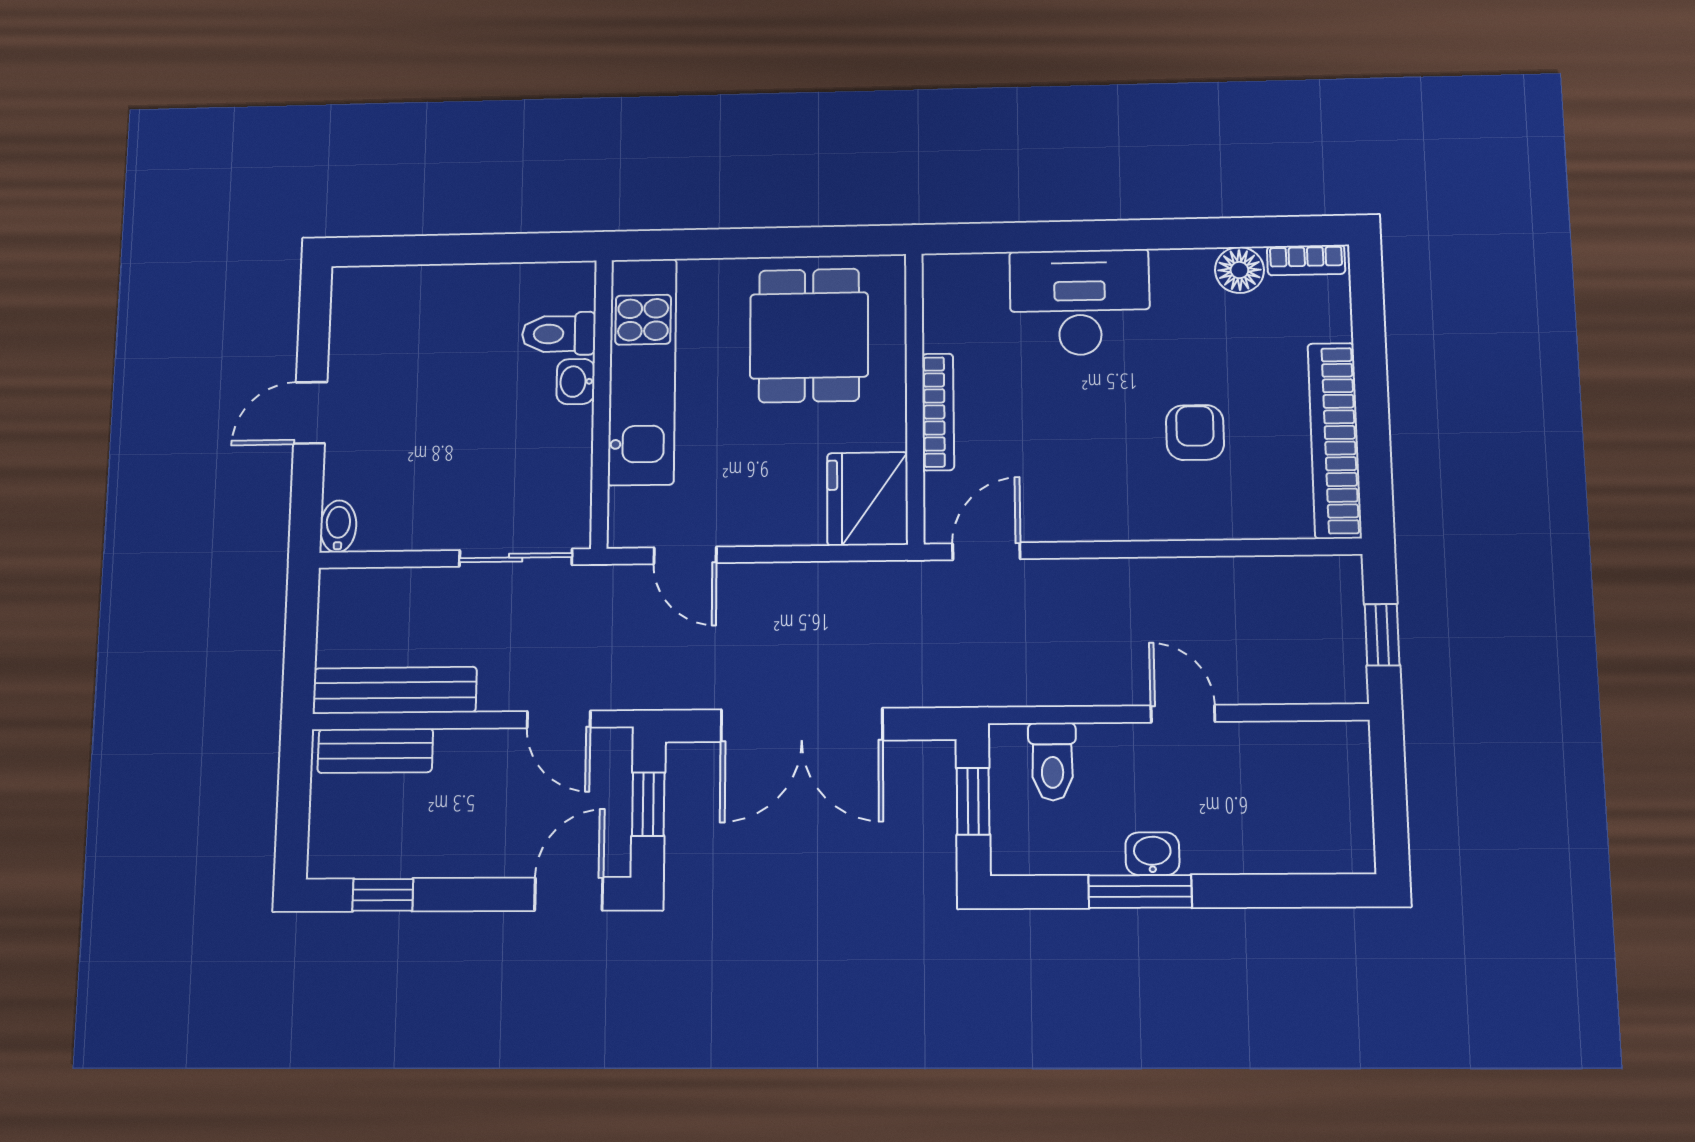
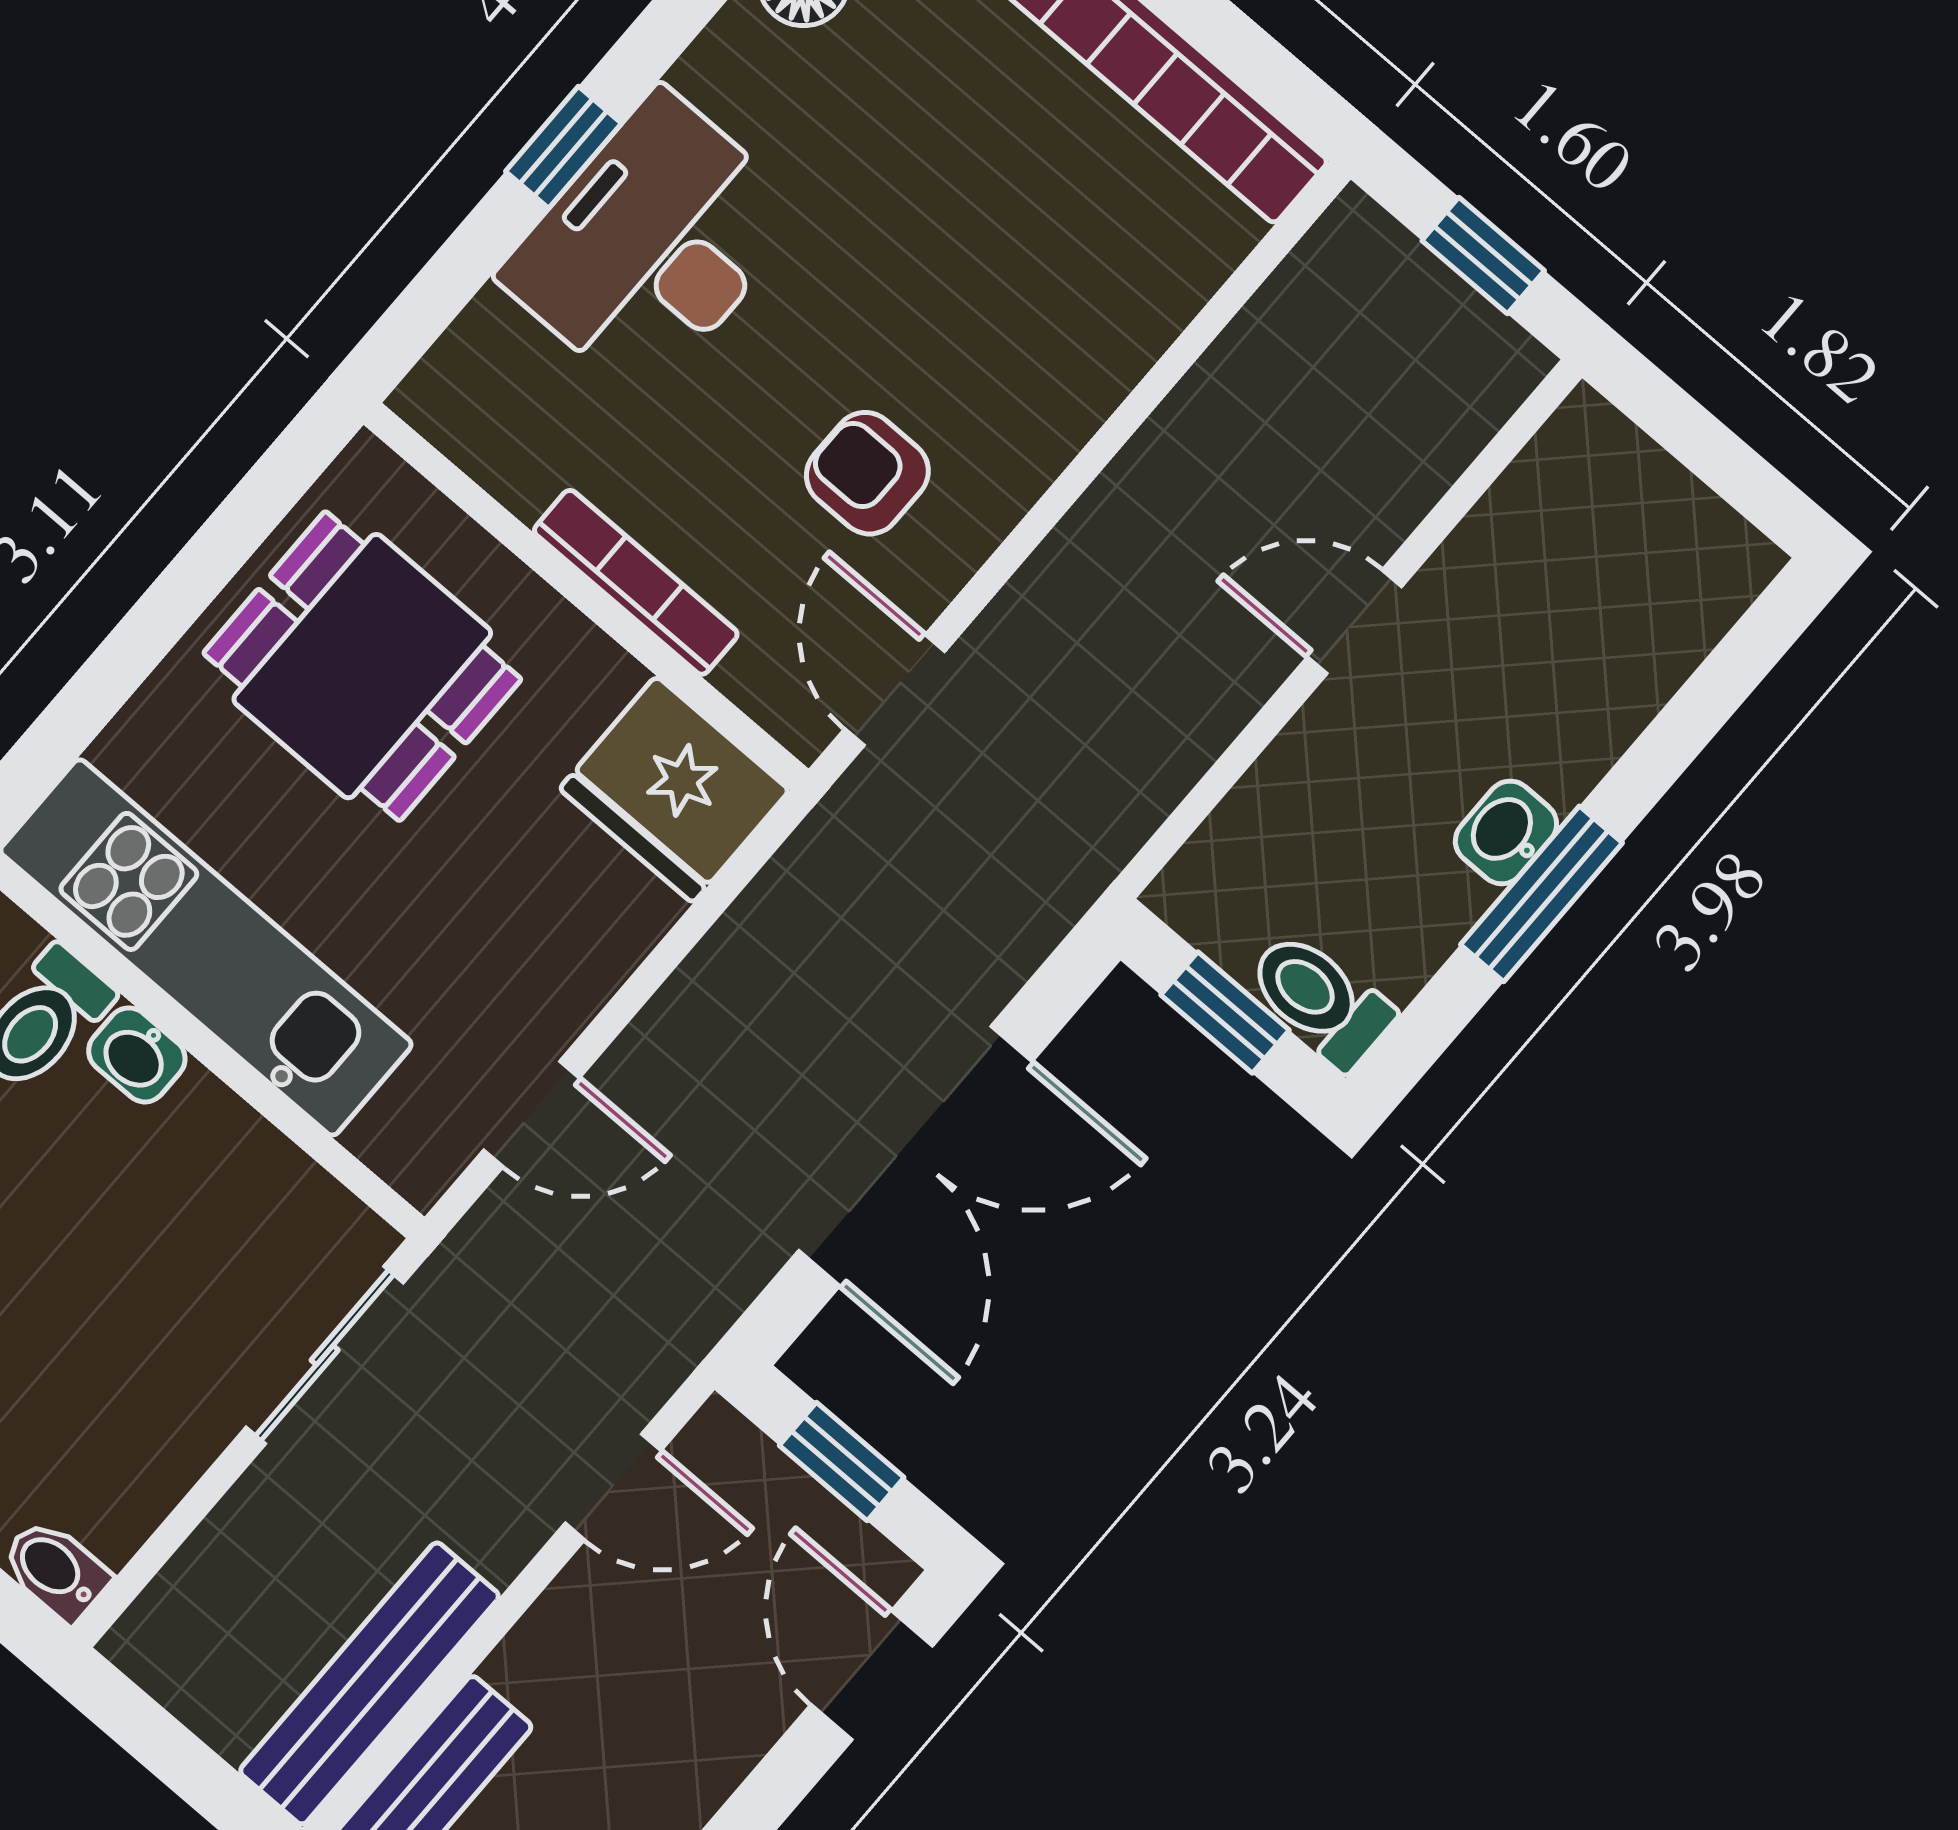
window: (1087, 236) -> (564, 147), added
armchair: (1195, 432) -> (867, 473), moved
toilet: (1052, 761) -> (1320, 1000), moved, turned 180

